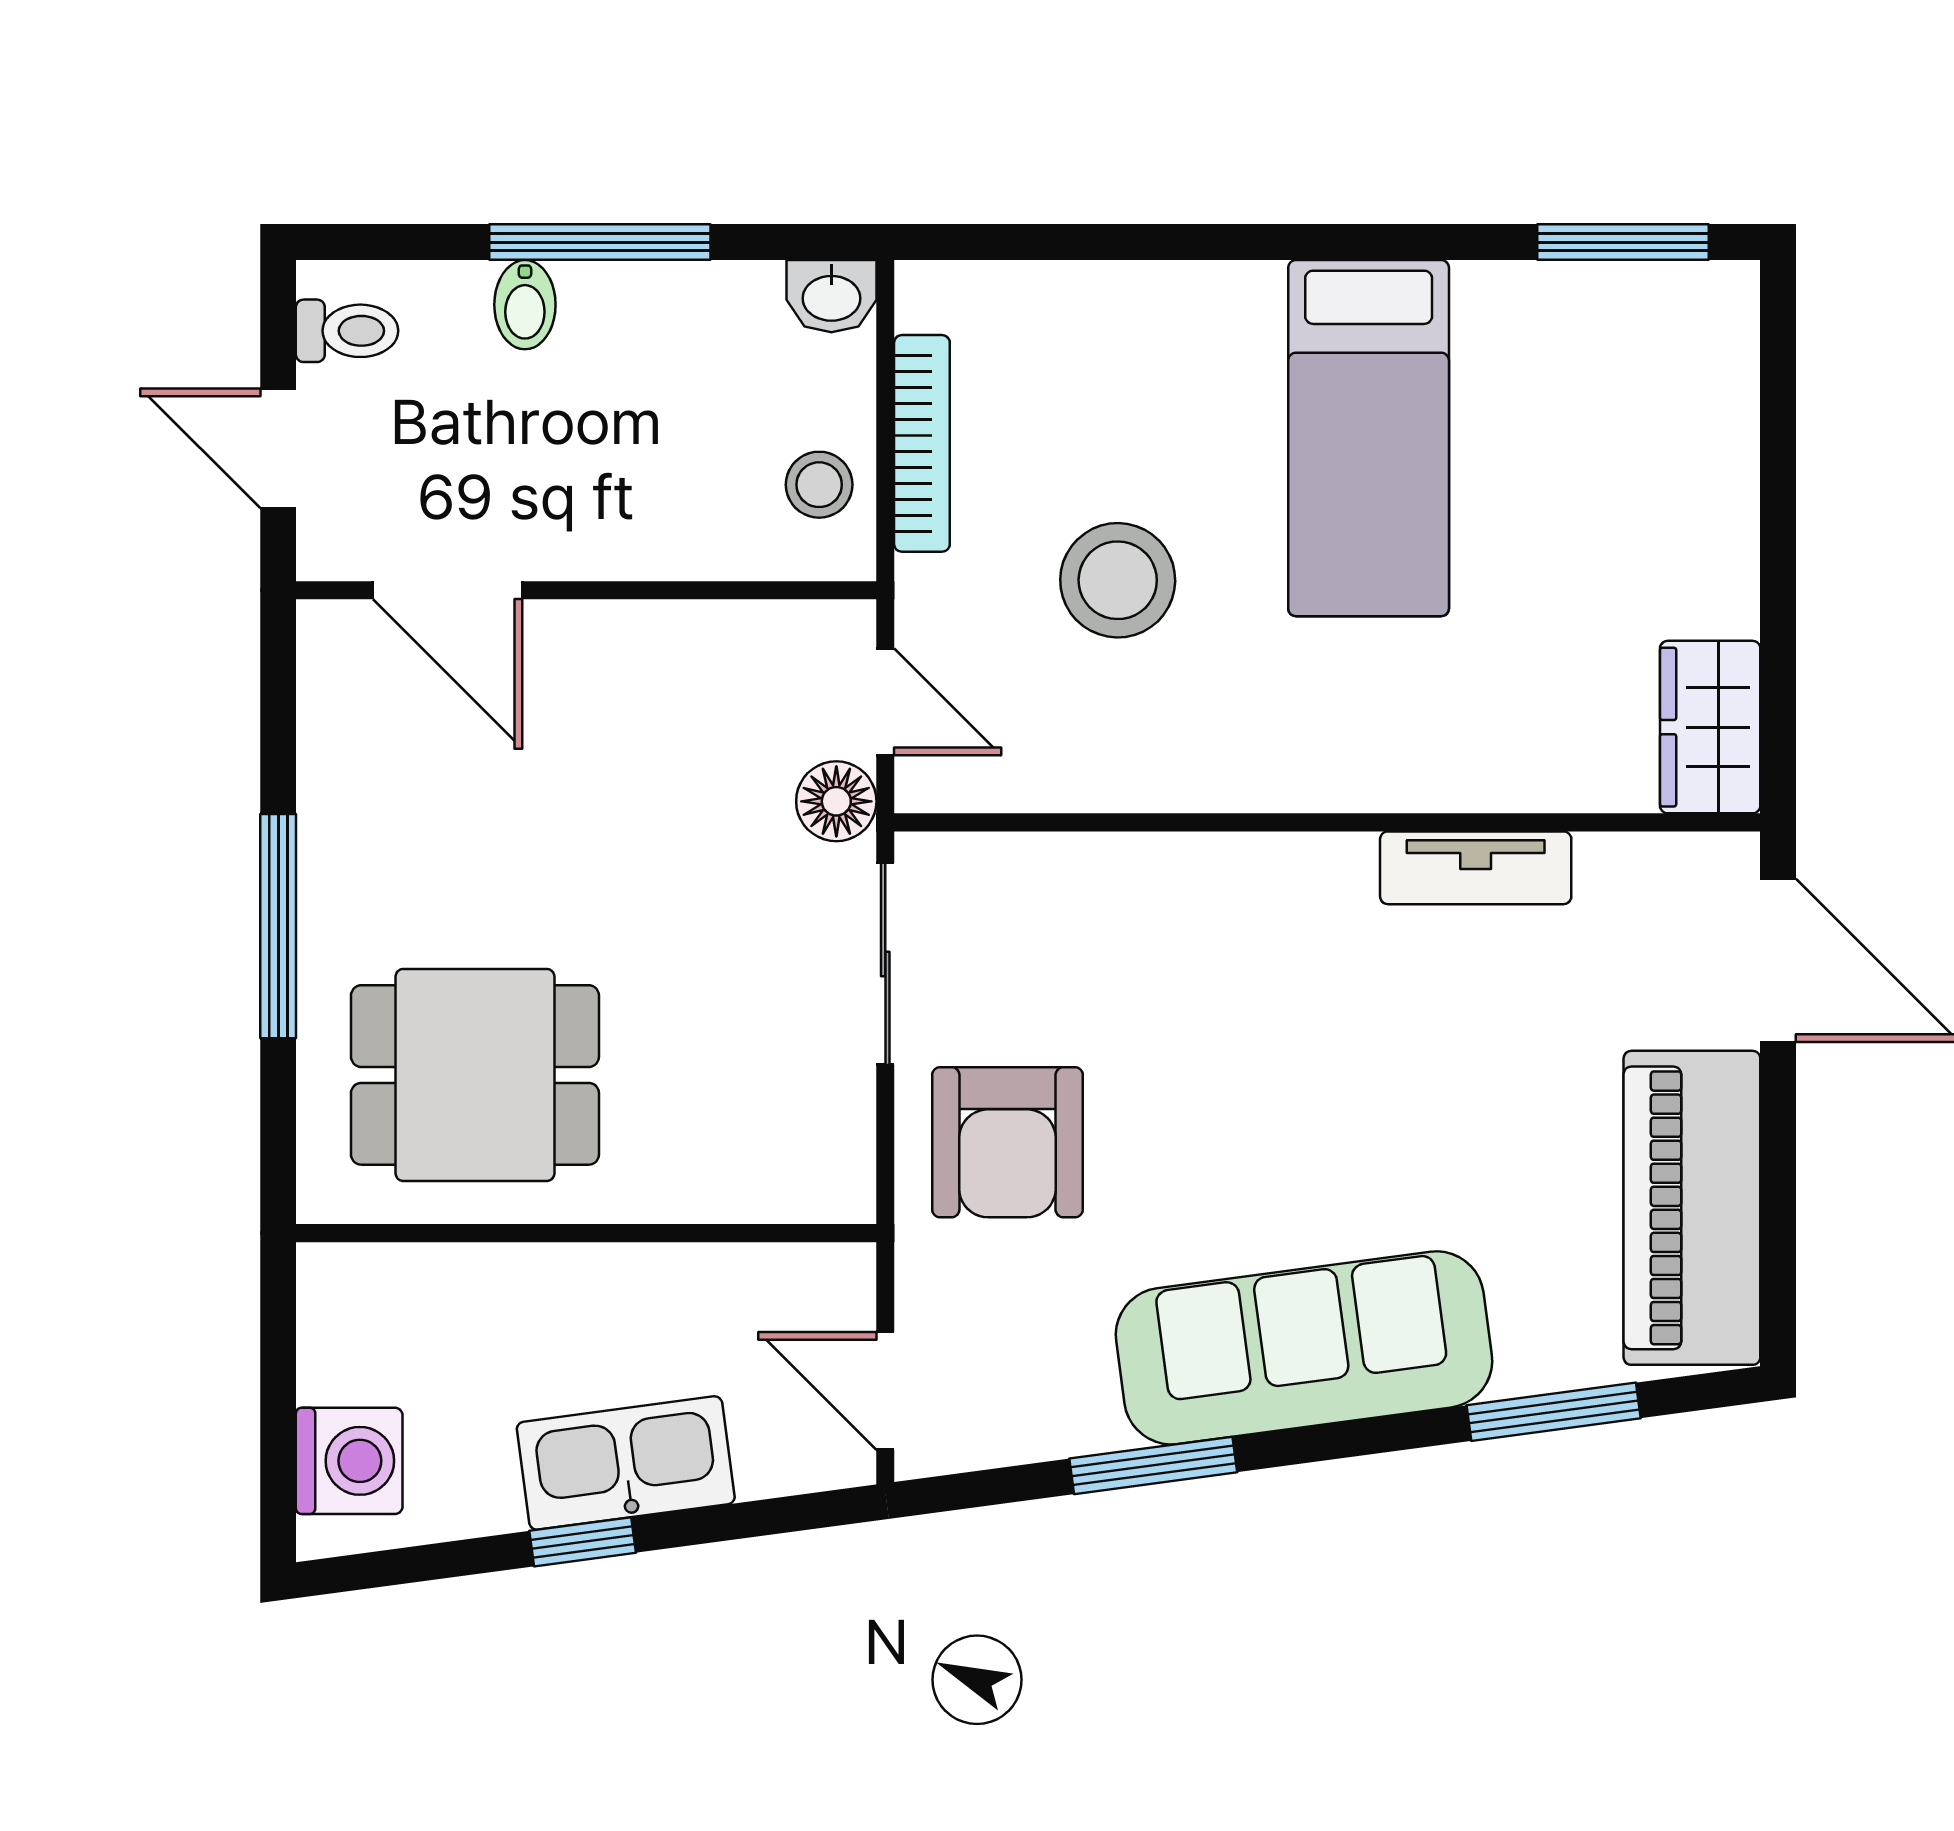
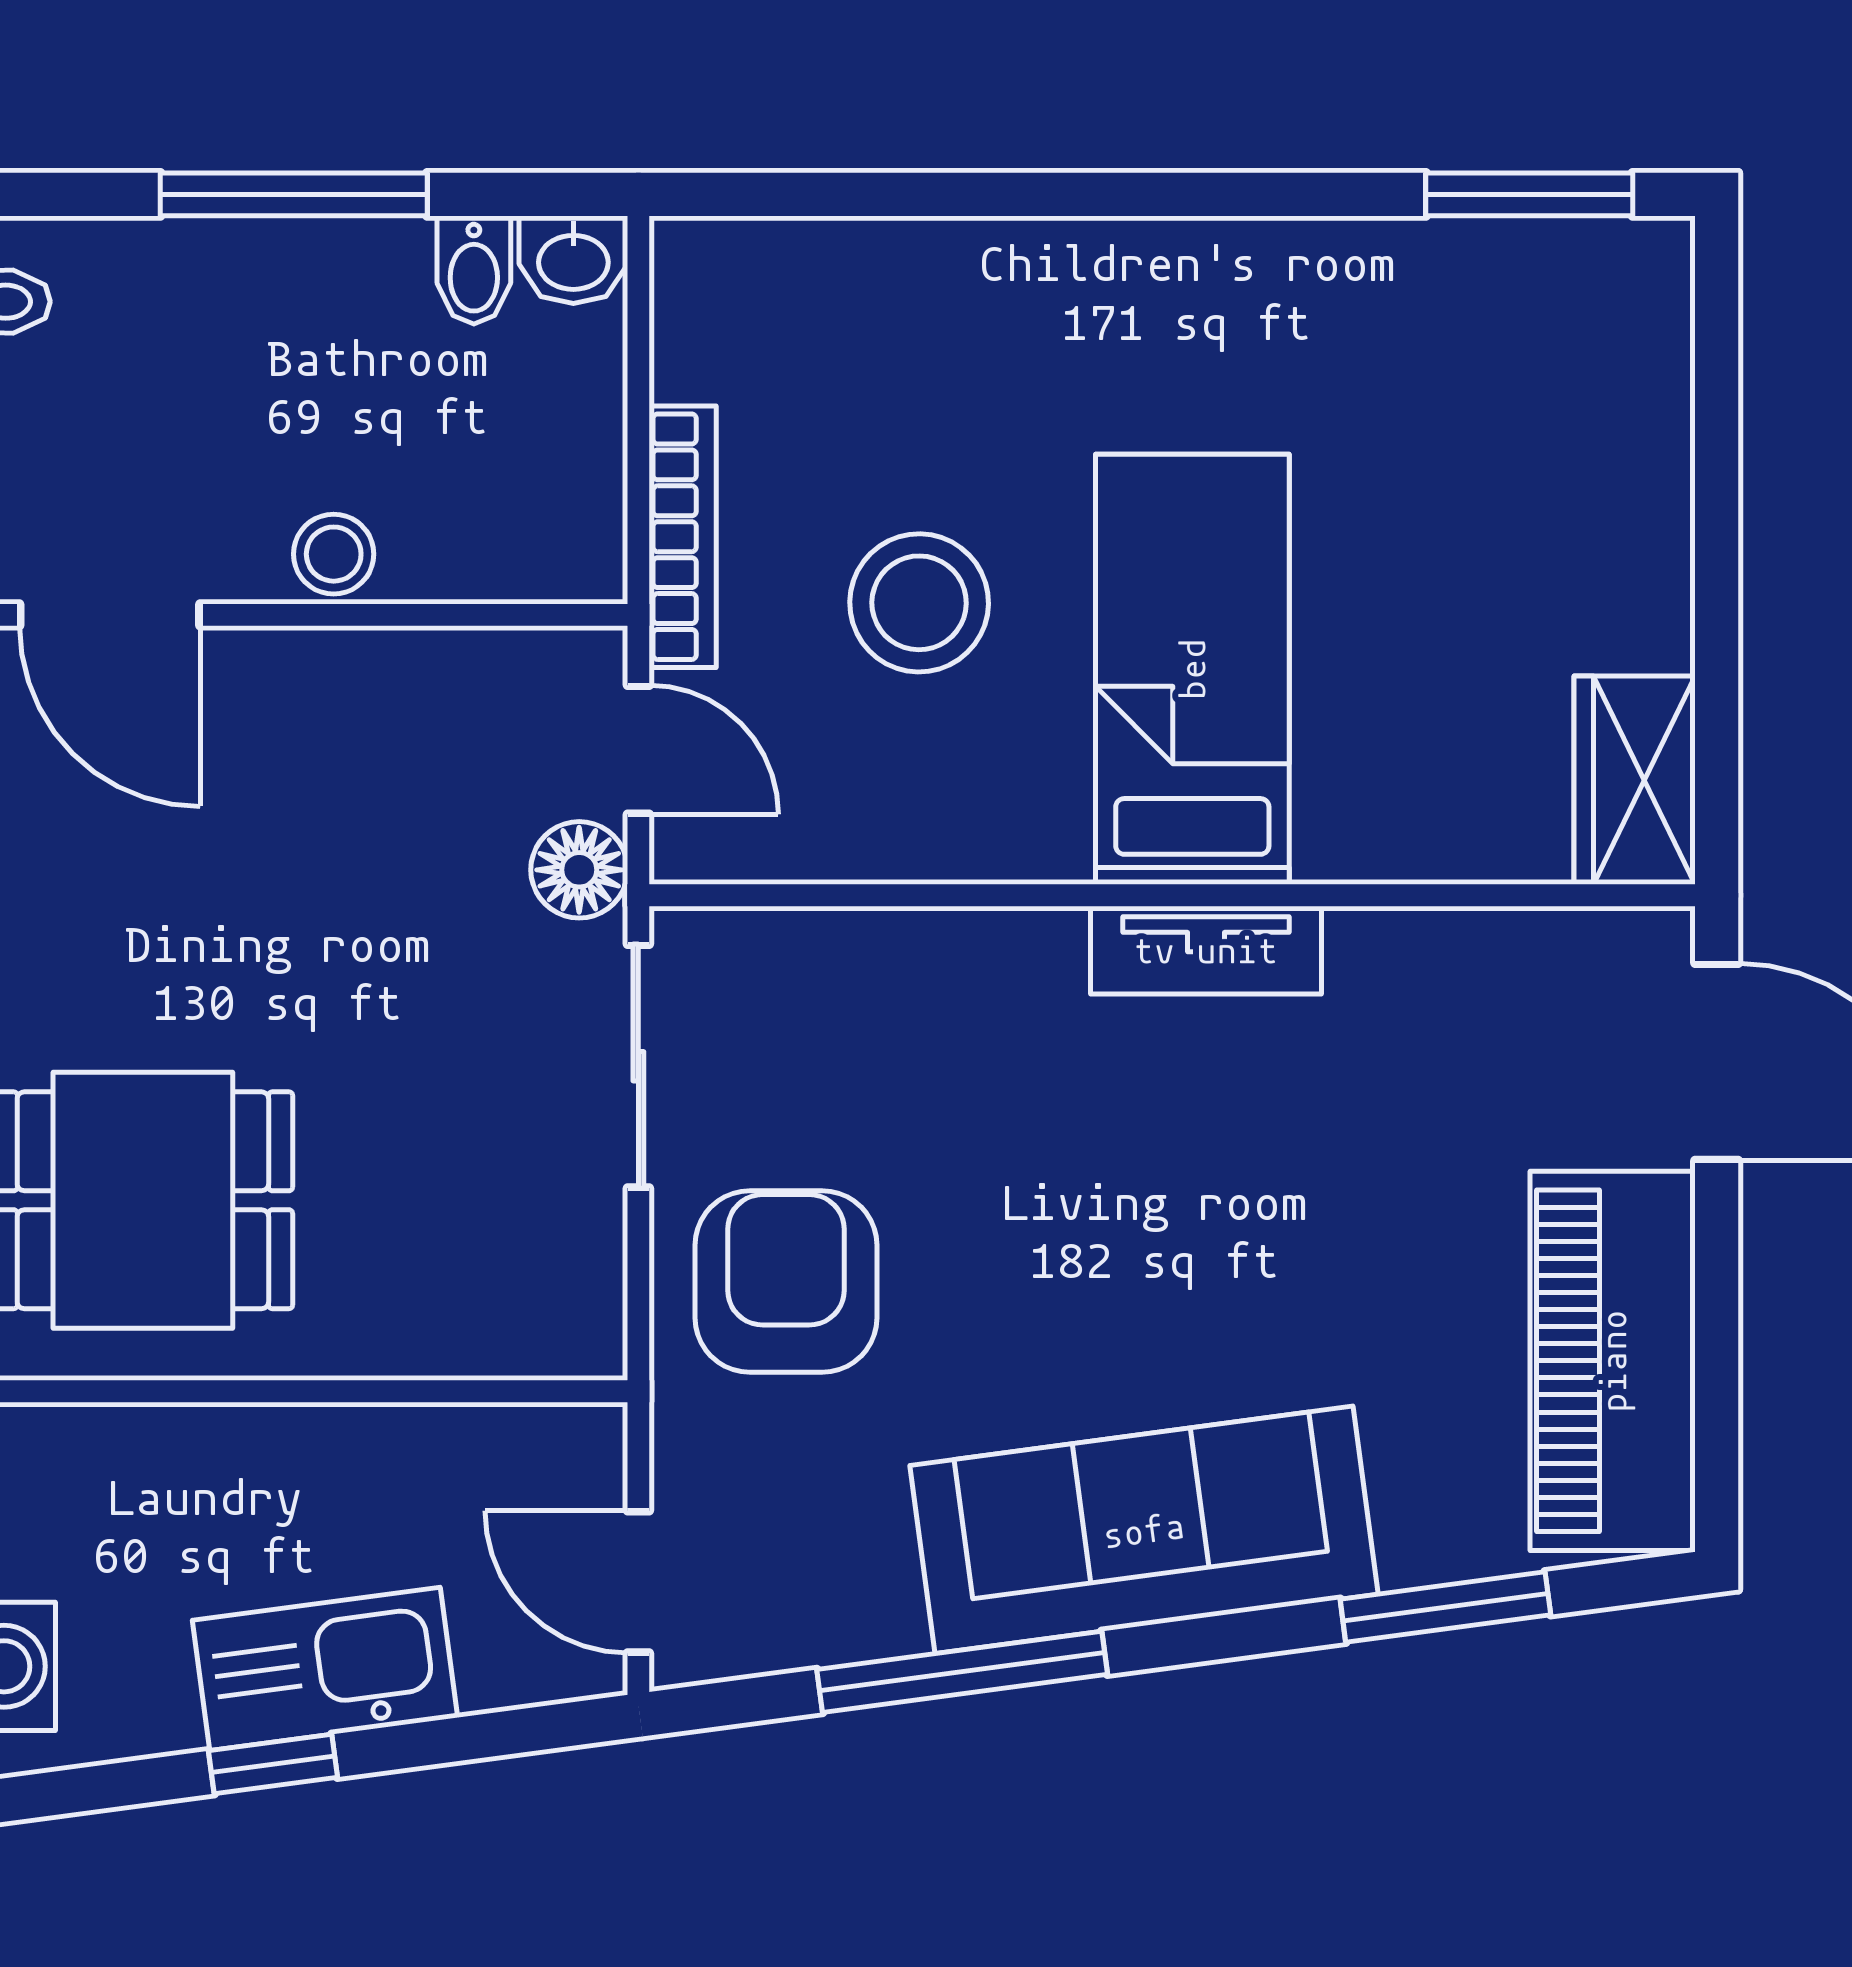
bidet: (525, 305) -> (474, 270), moved
bed: (1369, 438) -> (1192, 669), moved, turned 180
bookcase: (922, 443) -> (683, 537), moved
stool: (819, 485) -> (334, 554), moved
tv unit: (1476, 868) -> (1206, 950), moved
armchair: (1007, 1142) -> (786, 1282), turned 180
window: (1153, 1465) -> (962, 1672), width x1.44

